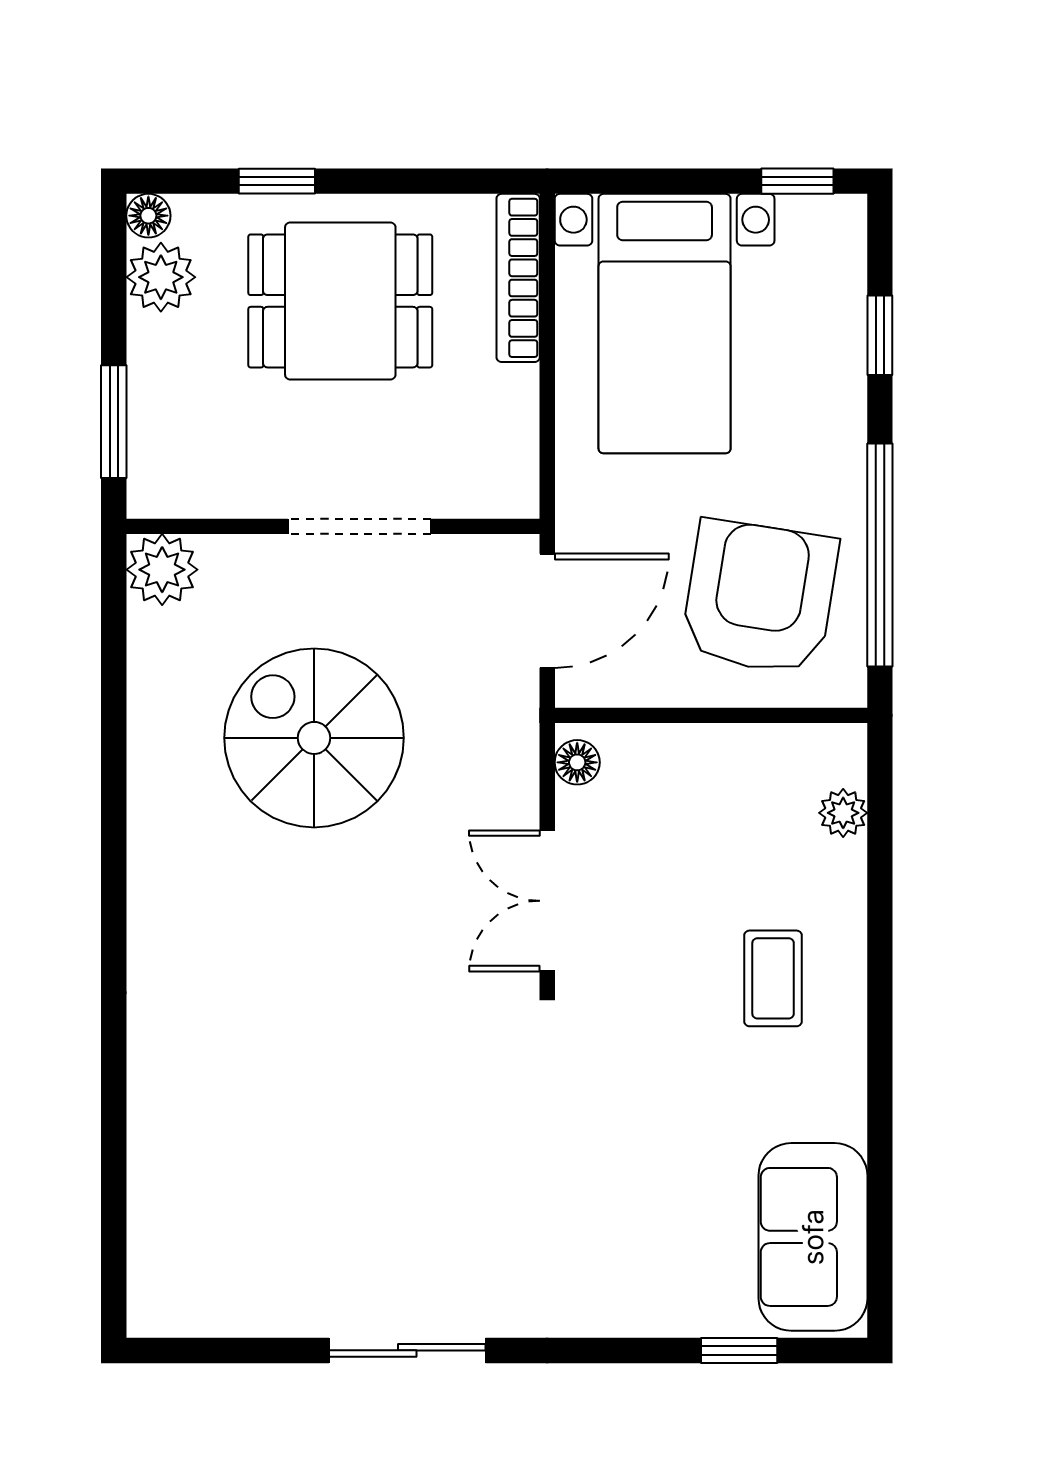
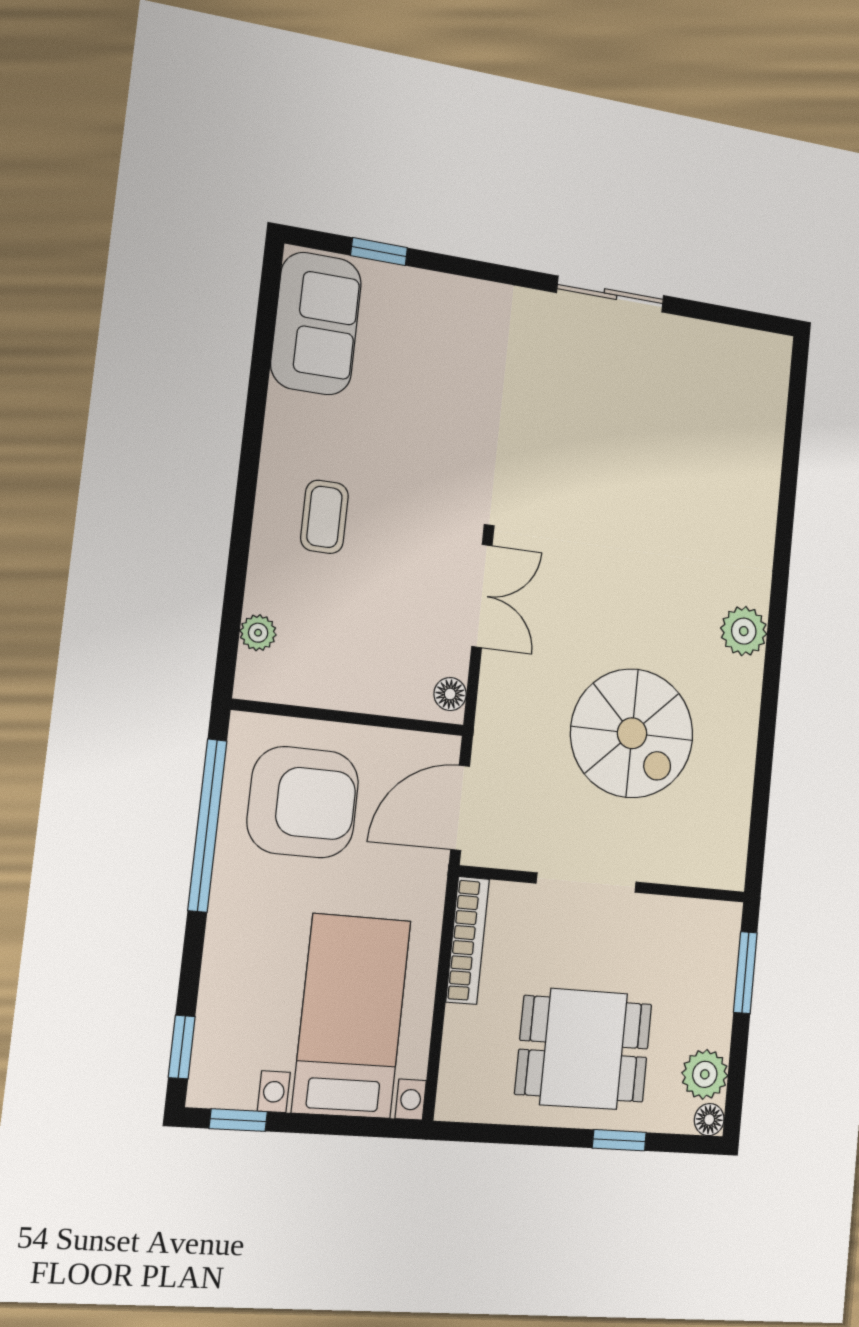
bookcase: (518, 278) -> (468, 940), moved
window: (880, 335) -> (182, 1047), moved
plant: (162, 570) -> (744, 631), moved
armchair: (760, 597) -> (303, 802), turned -99

